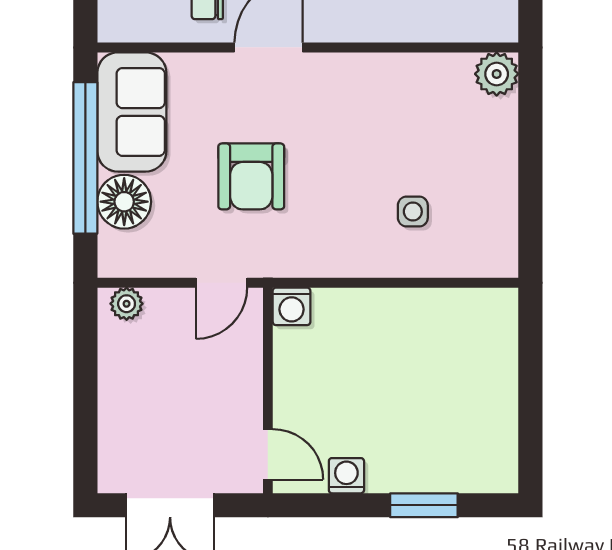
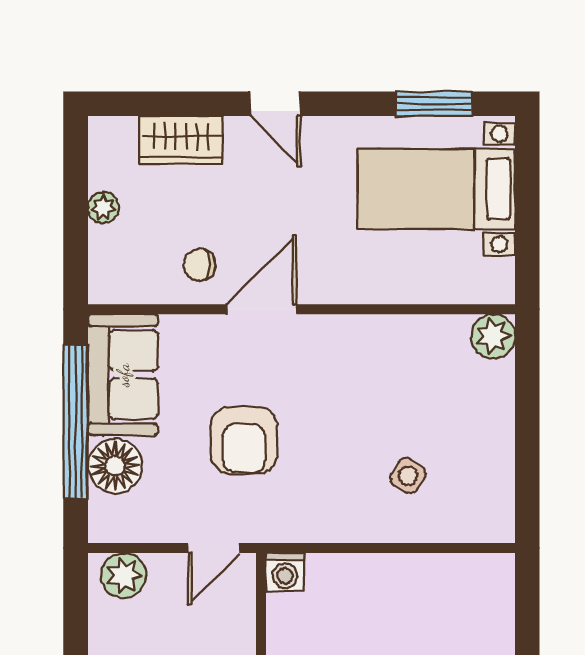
side table: (413, 212) -> (408, 476), turned 32
plant: (127, 304) -> (124, 576), width x1.38, depth x1.38

